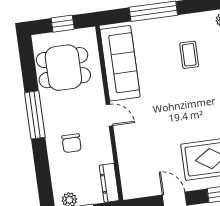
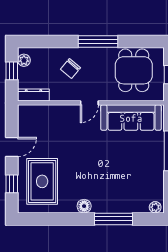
coffee table: (189, 55) -> (130, 176), removed
chair: (72, 143) -> (71, 68), turned -50

